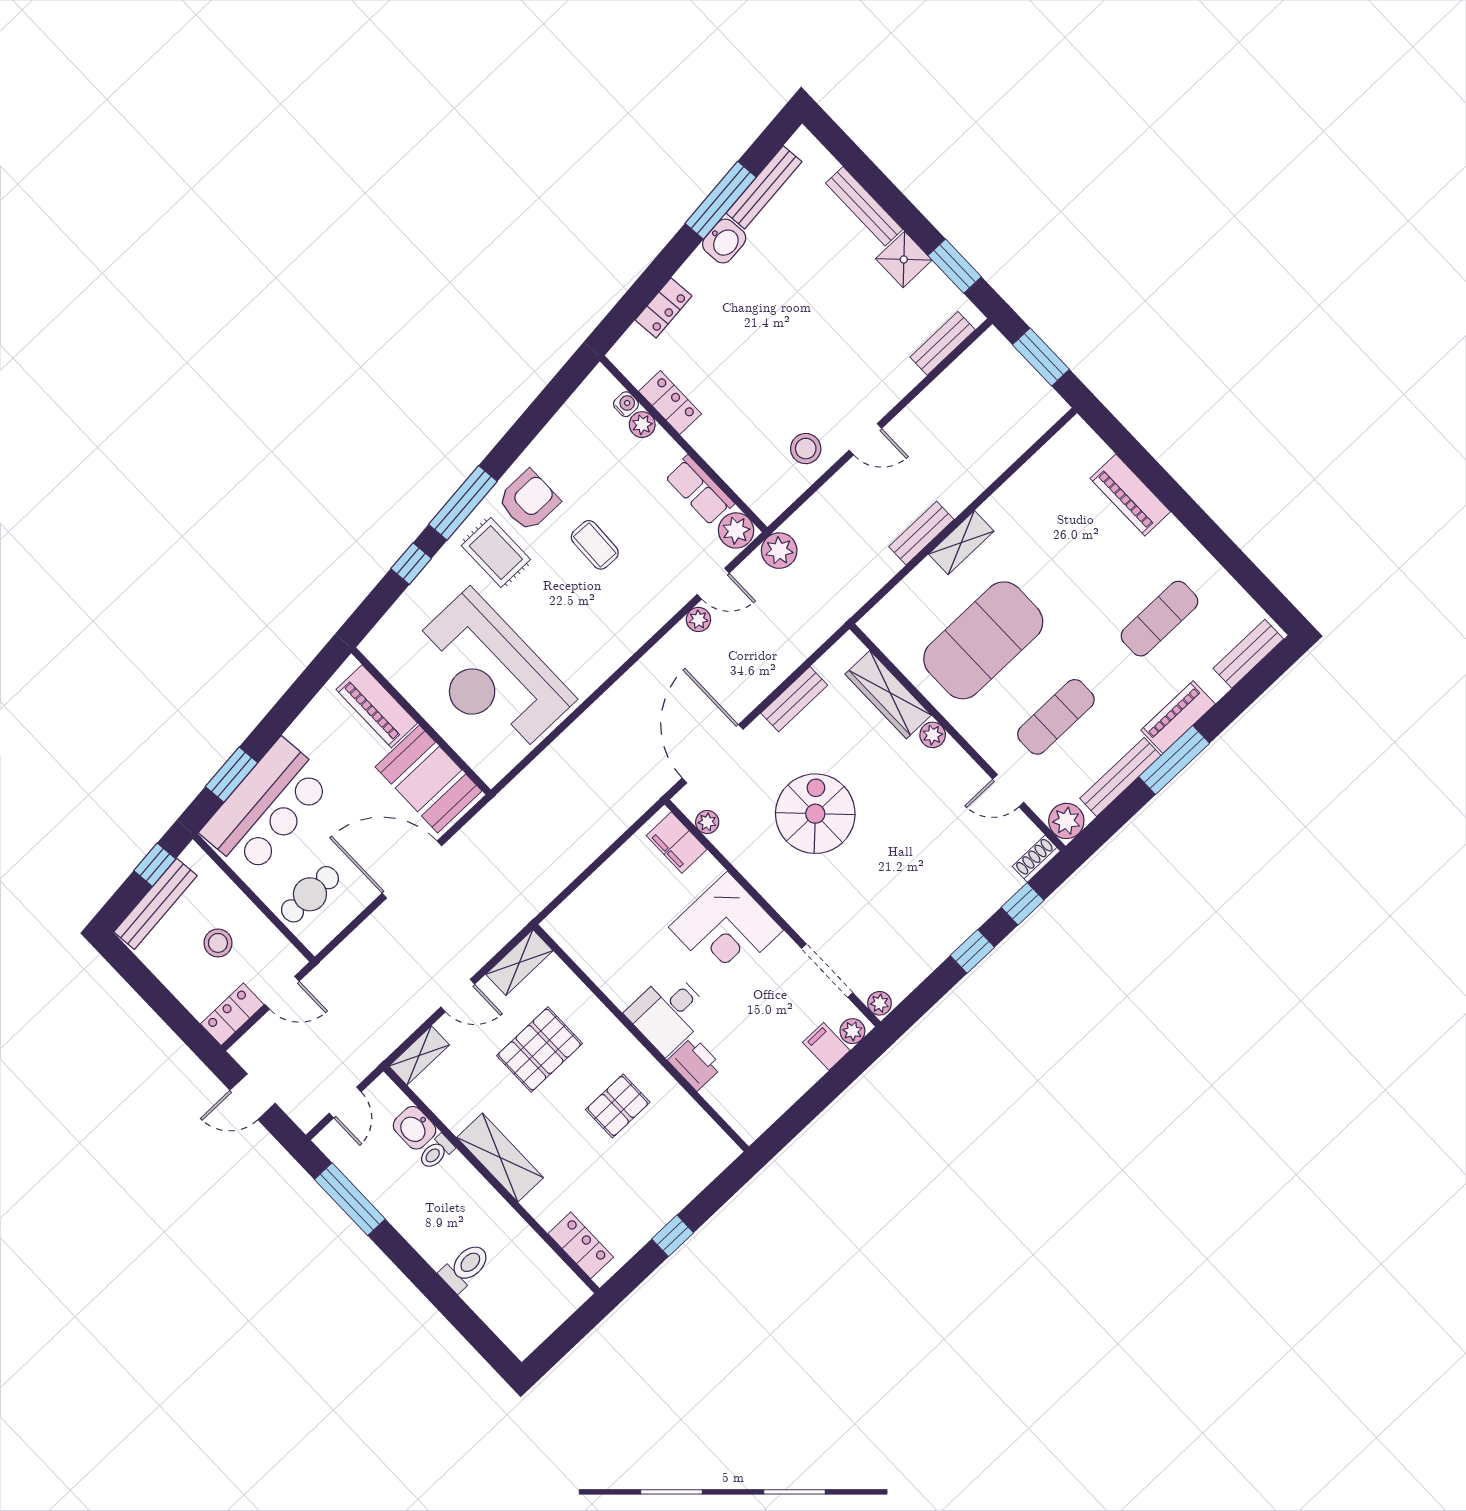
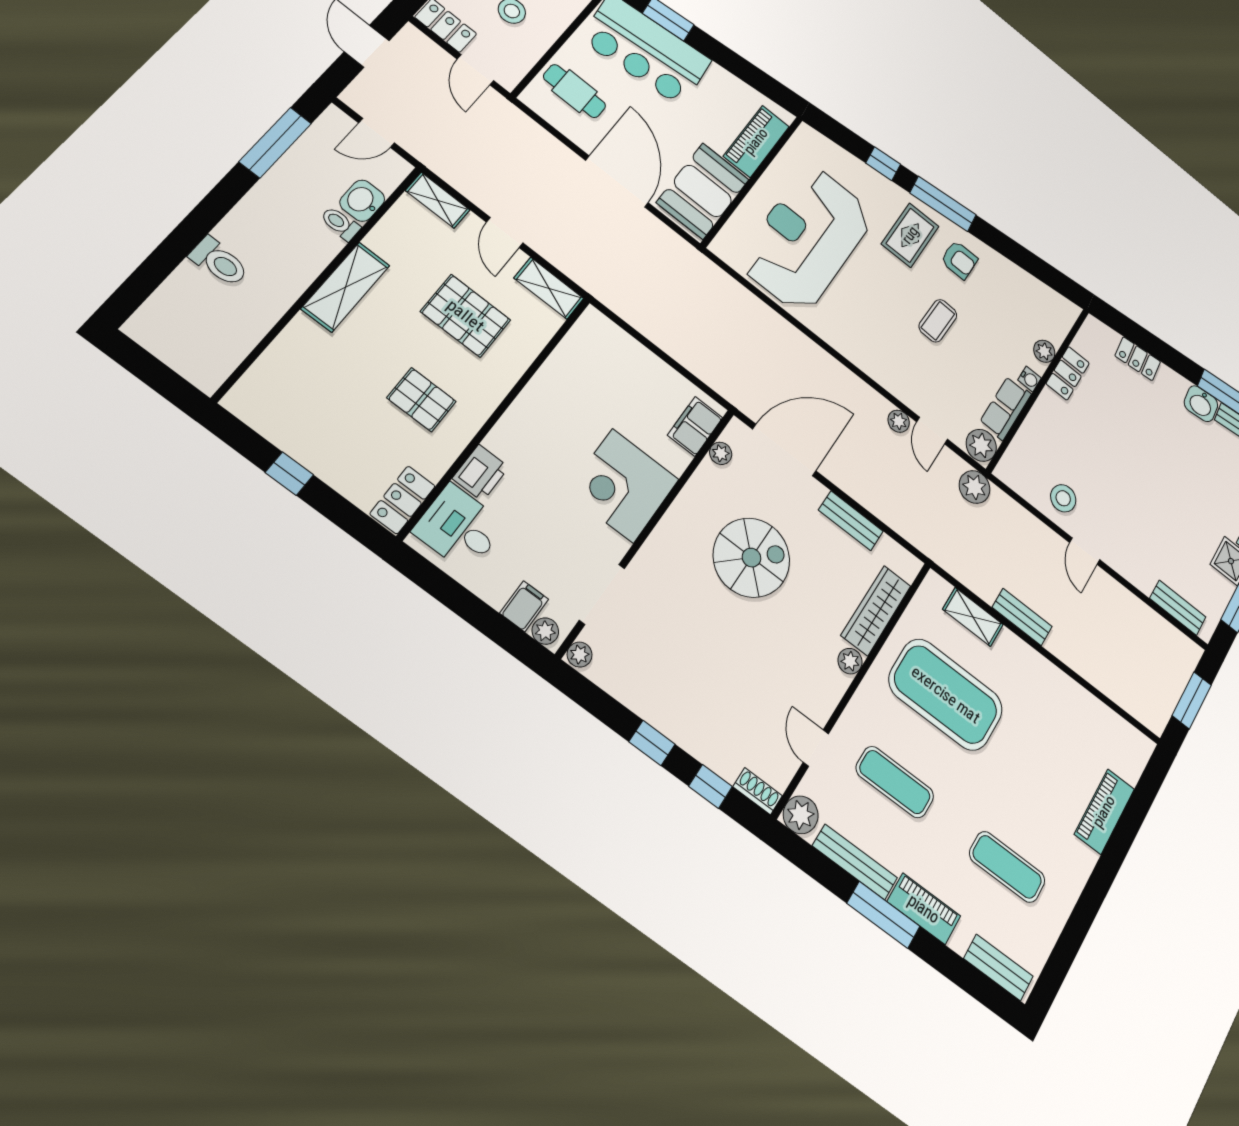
water cooler: (626, 404) -> (1030, 379), moved
armchair: (529, 501) -> (959, 260), width x0.72, depth x0.72
shelving: (961, 543) -> (973, 617), moved
desk: (668, 1013) -> (459, 528), moved
locker: (581, 1245) -> (403, 500), moved, turned 180

